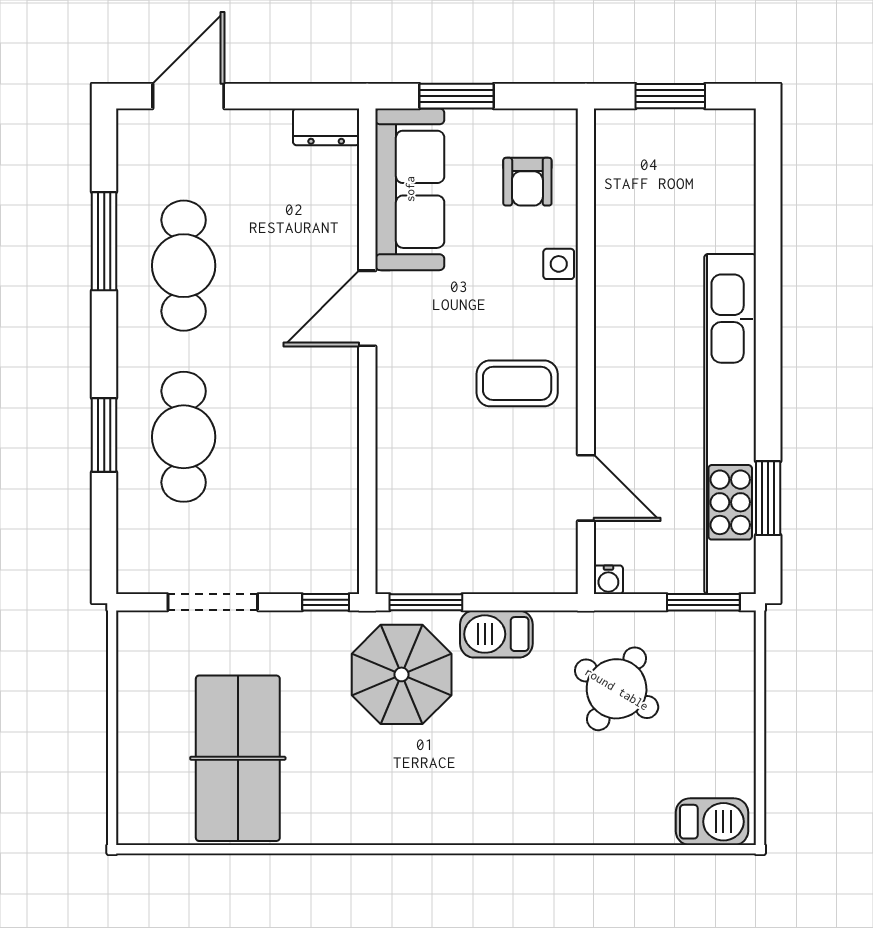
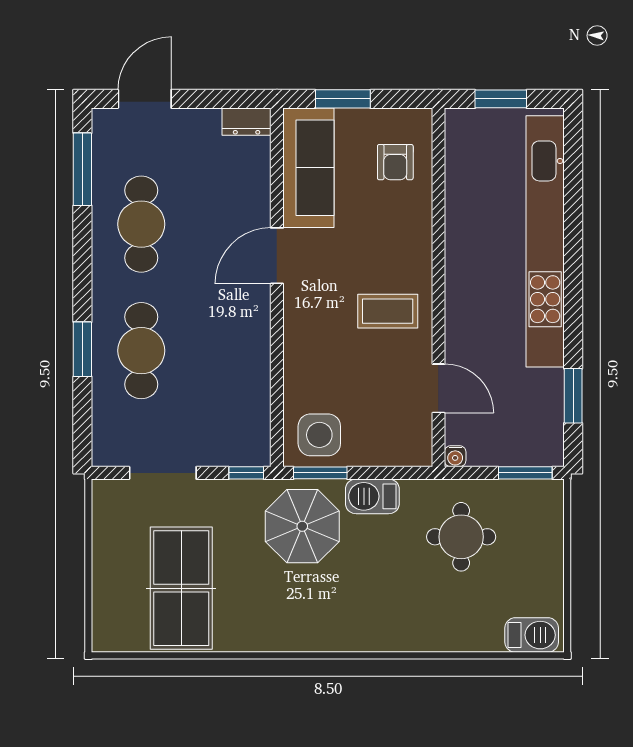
window: (104, 241) -> (82, 169), moved
side table: (559, 264) -> (319, 435), moved, width x1.87, depth x1.87
kitchen unit: (730, 424) -> (545, 241), moved
round table: (617, 689) -> (461, 537), turned -31

